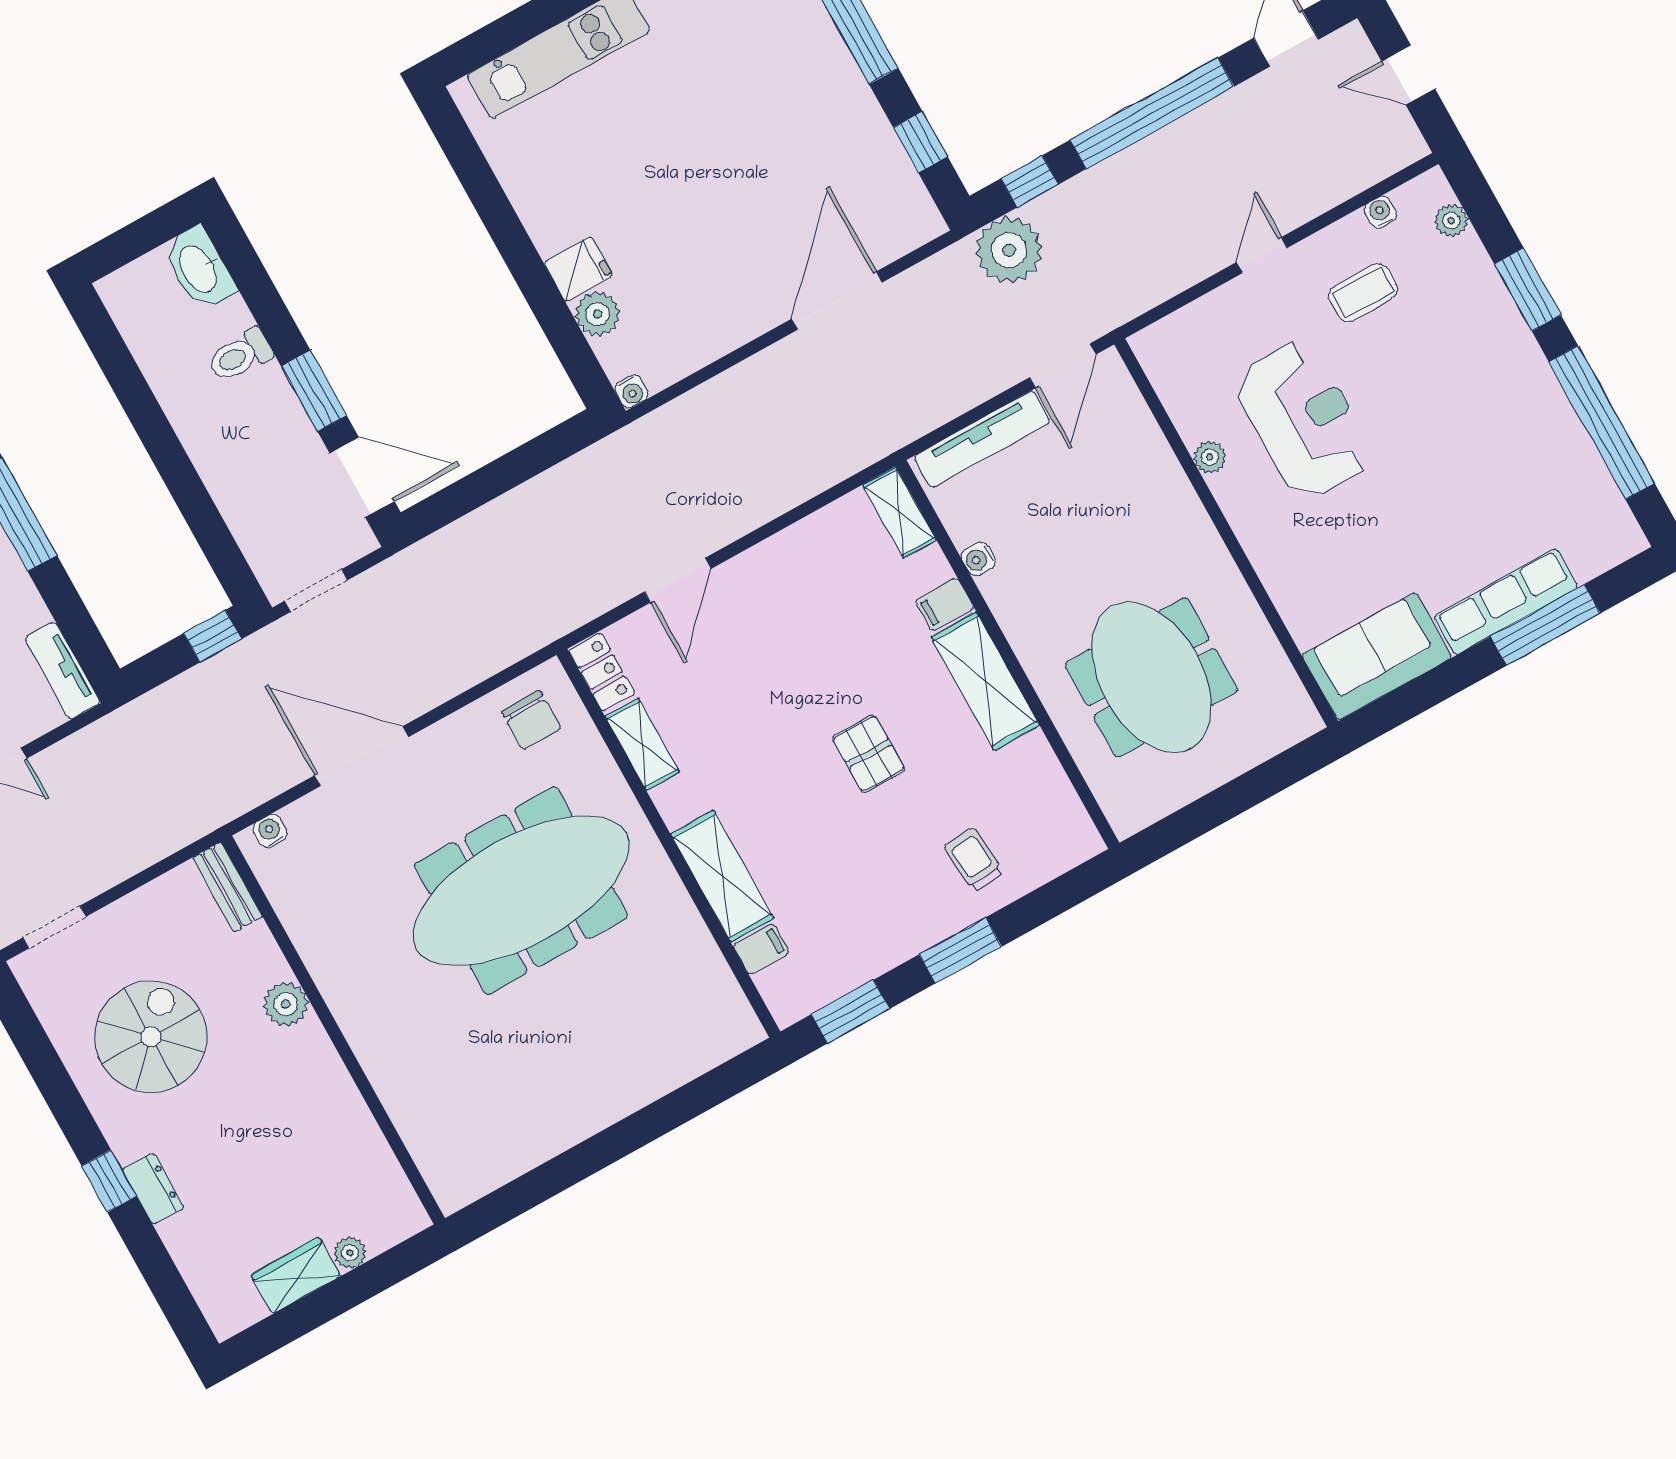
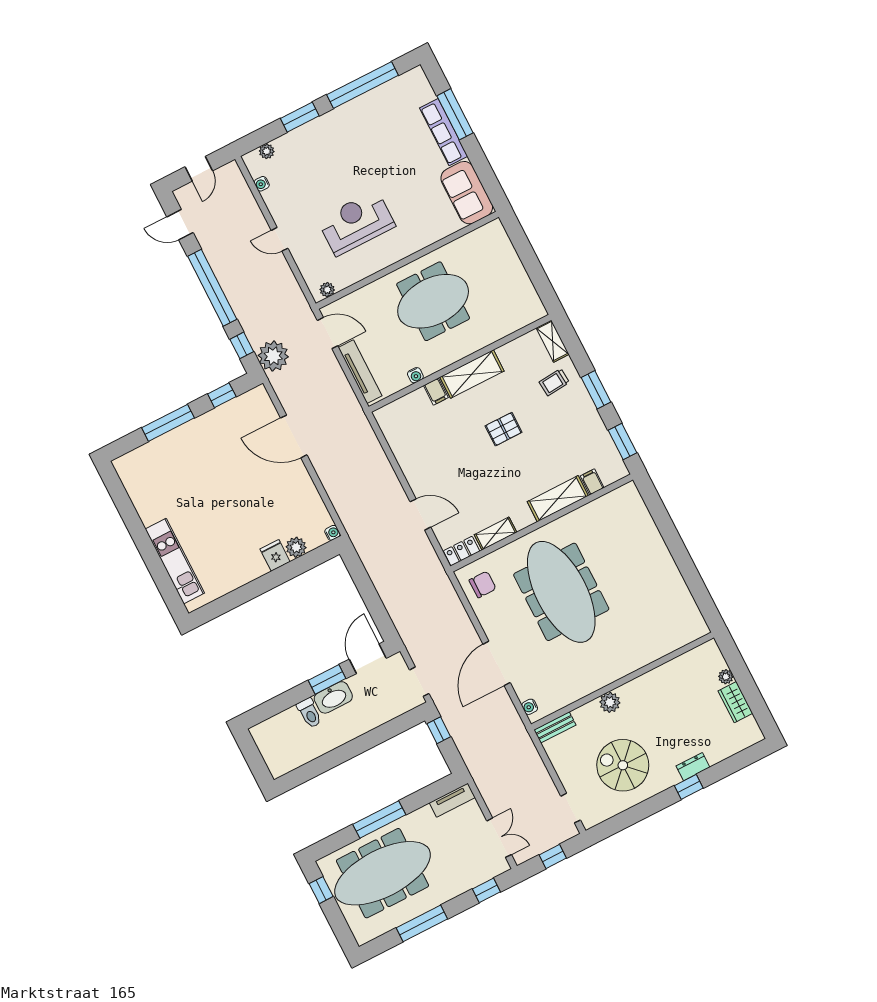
washbasin: (199, 268) -> (333, 697), moved
coffee table: (1363, 293) -> (299, 193), removed
plant: (1210, 457) -> (327, 290), moved
shelving: (900, 513) -> (553, 341), moved, turned 90
meeting table: (1151, 677) -> (433, 301), moved

